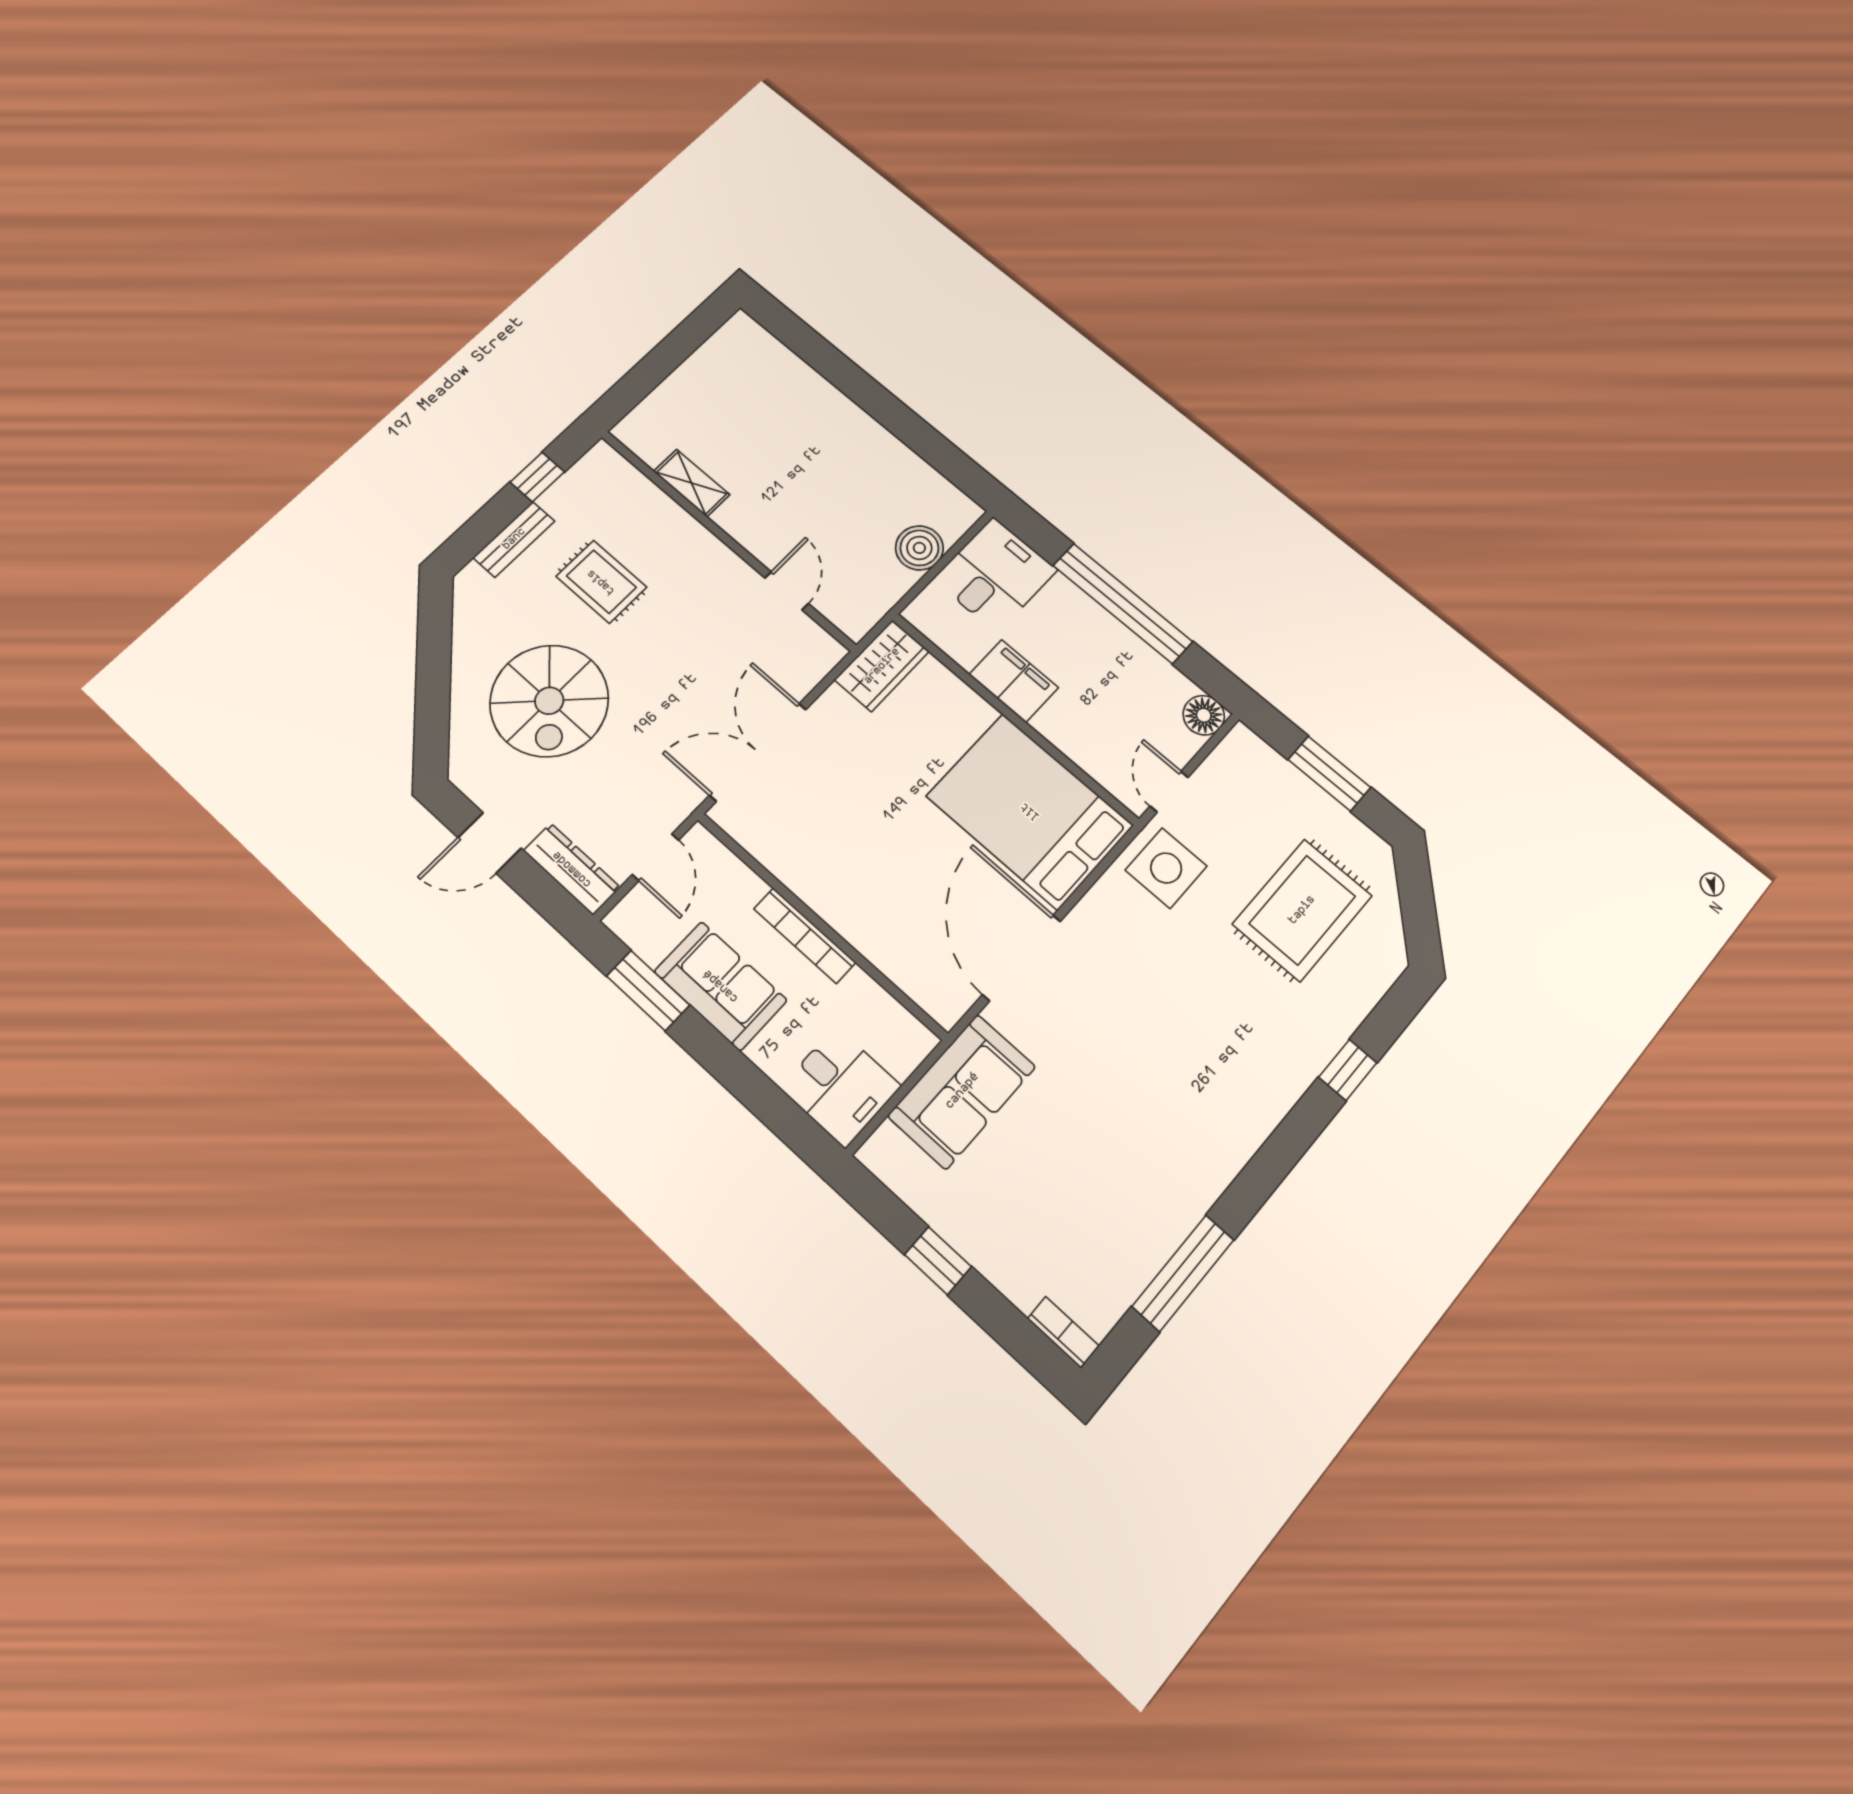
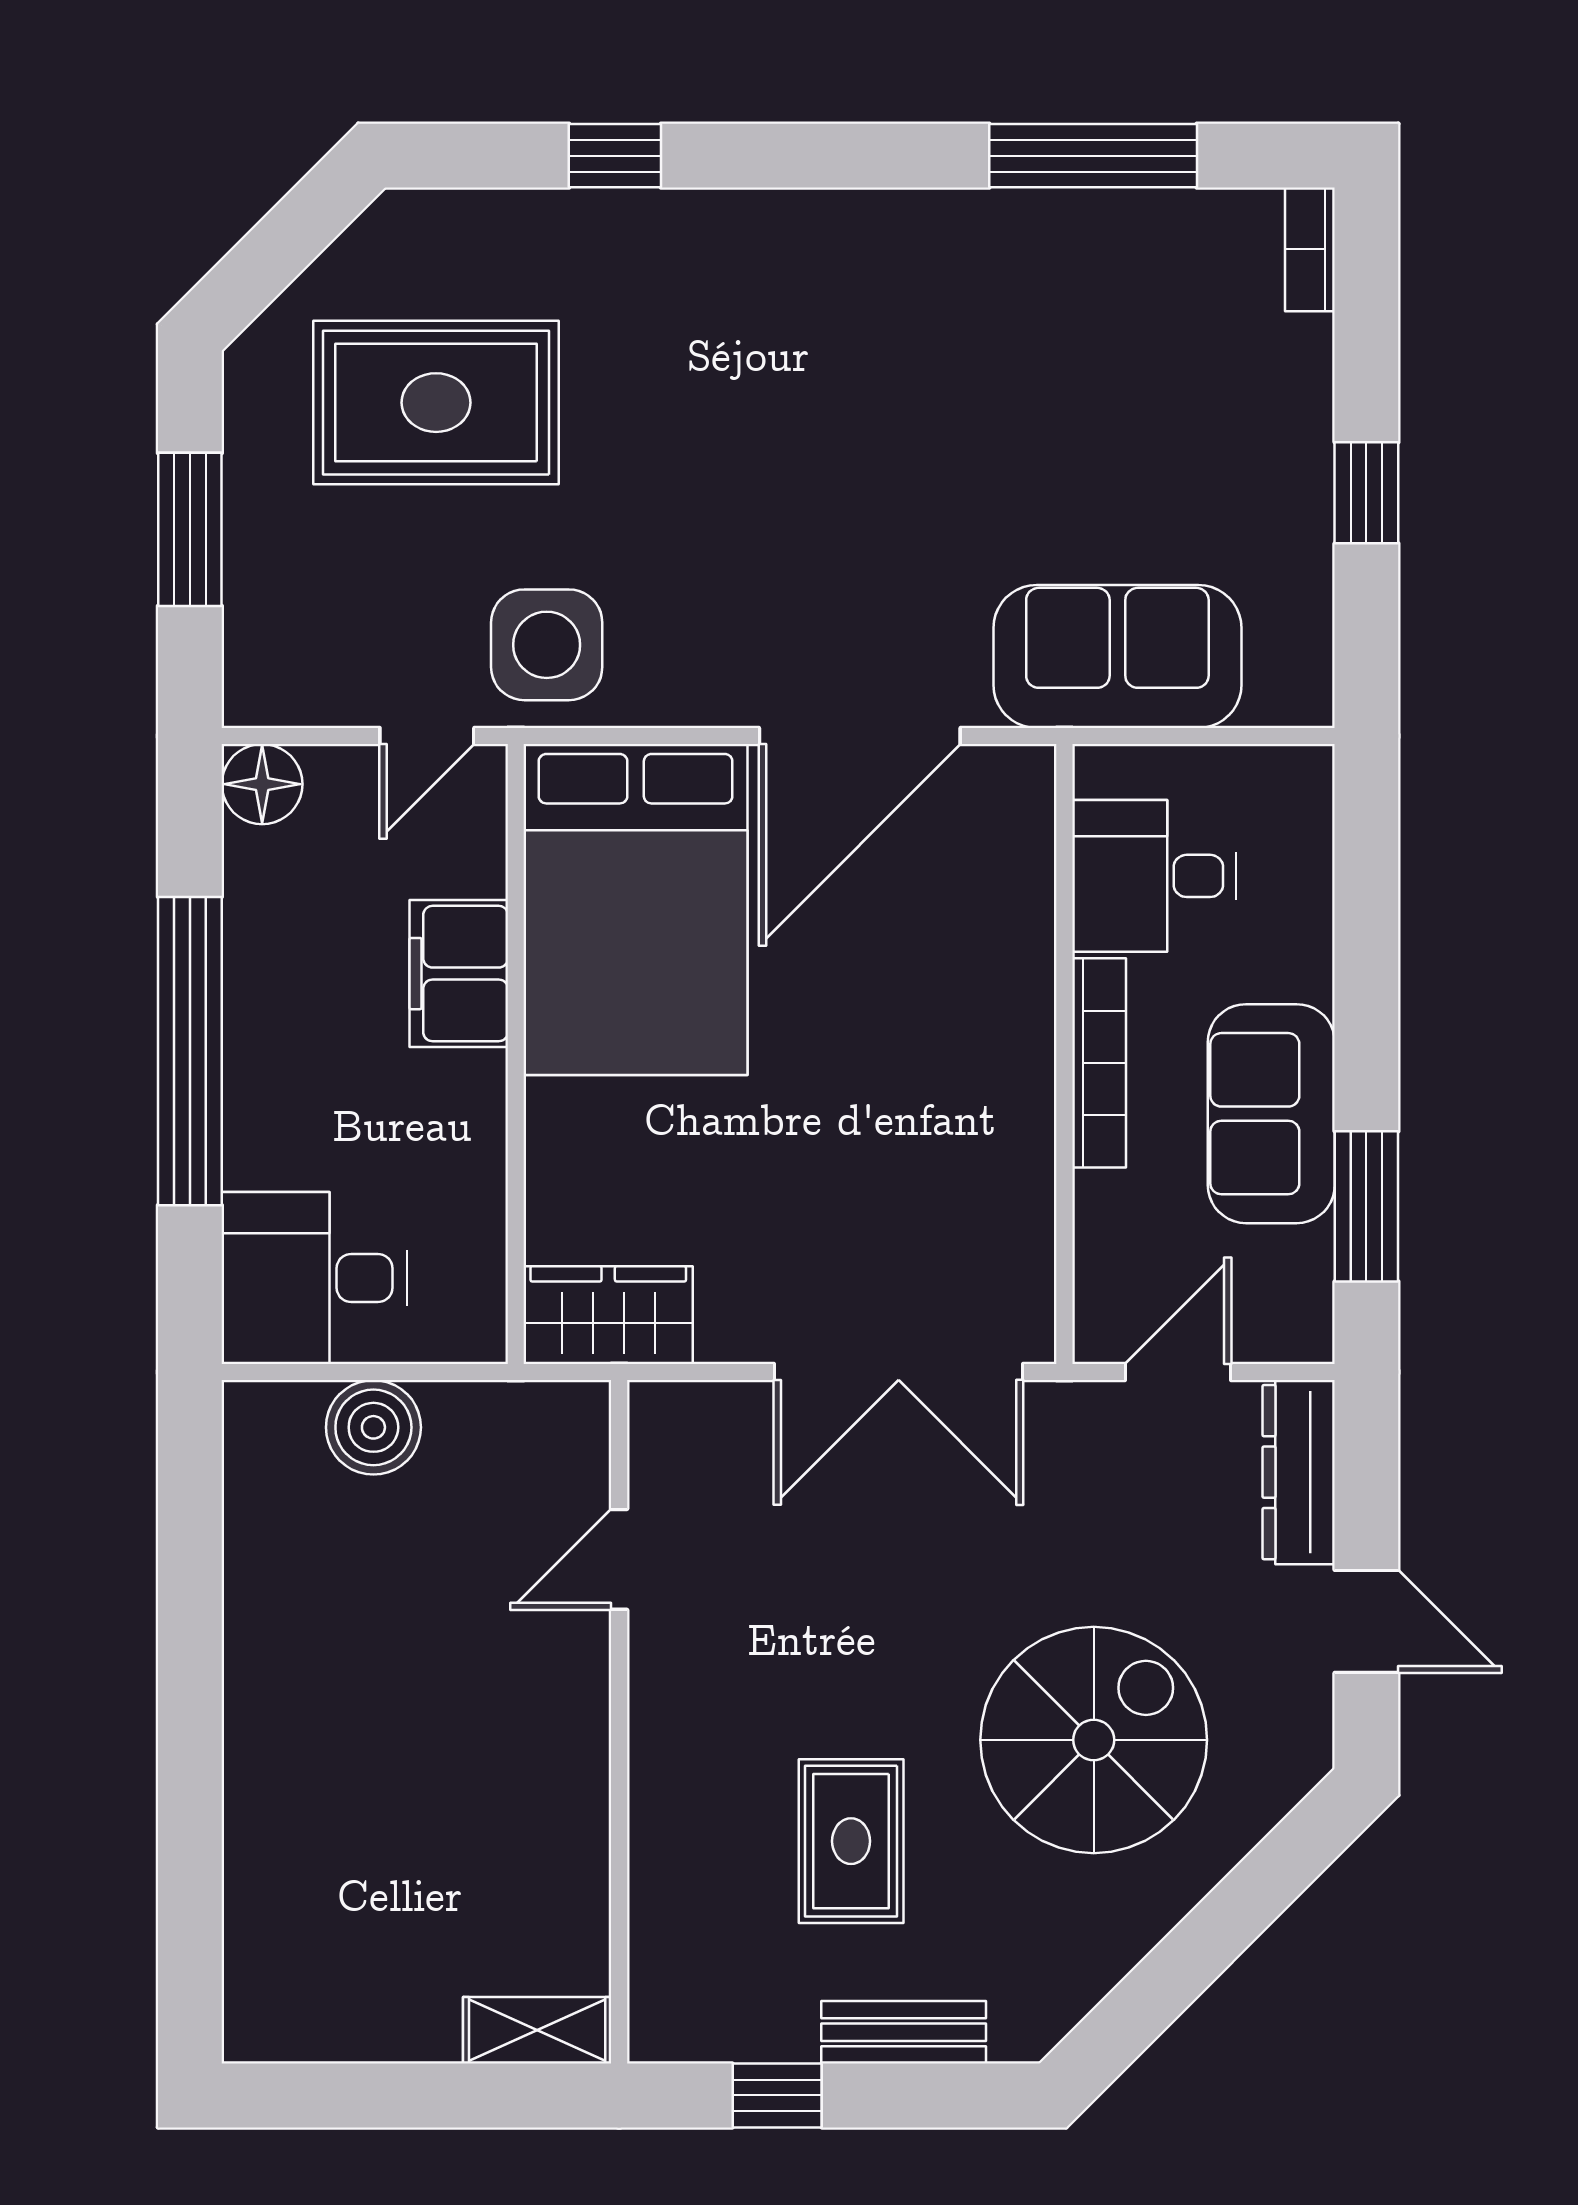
shelving: (692, 483) -> (537, 2030), moved, turned 90
filing cabinet: (1014, 681) -> (459, 974), moved
desk: (840, 1087) -> (1154, 876), moved, turned -90

